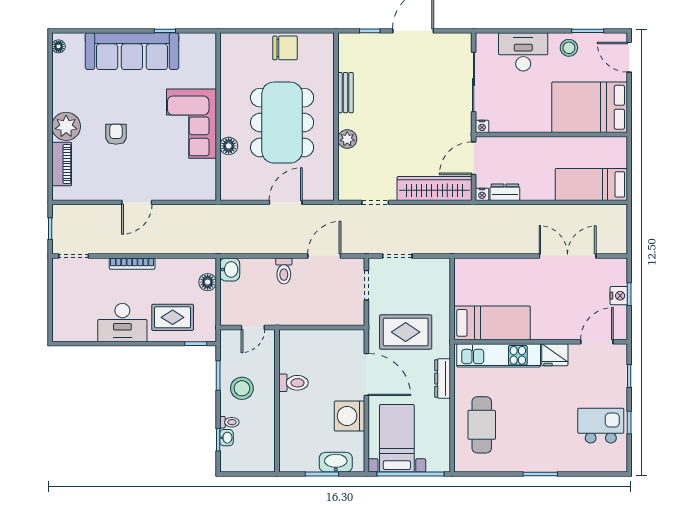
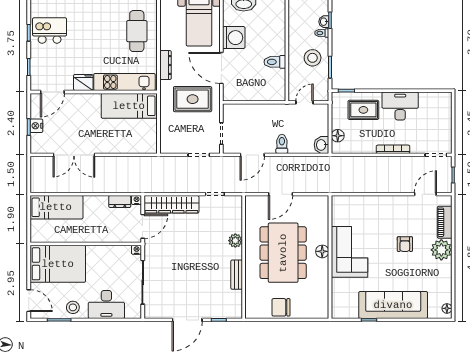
floor lamp: (229, 146) -> (322, 251), moved
door: (137, 202) -> (425, 194), moved
kitchen island: (601, 426) -> (50, 30), turned 180

